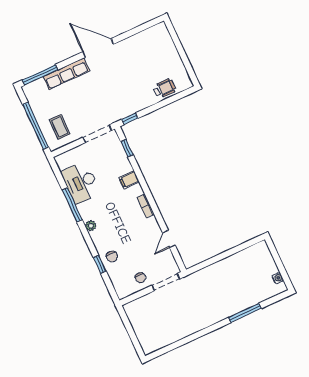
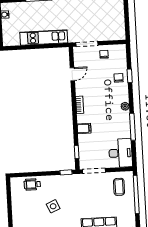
side table: (129, 72) -> (53, 206), added
desk: (81, 182) -> (121, 153), moved
kitchen unit: (220, 269) -> (44, 37), added

